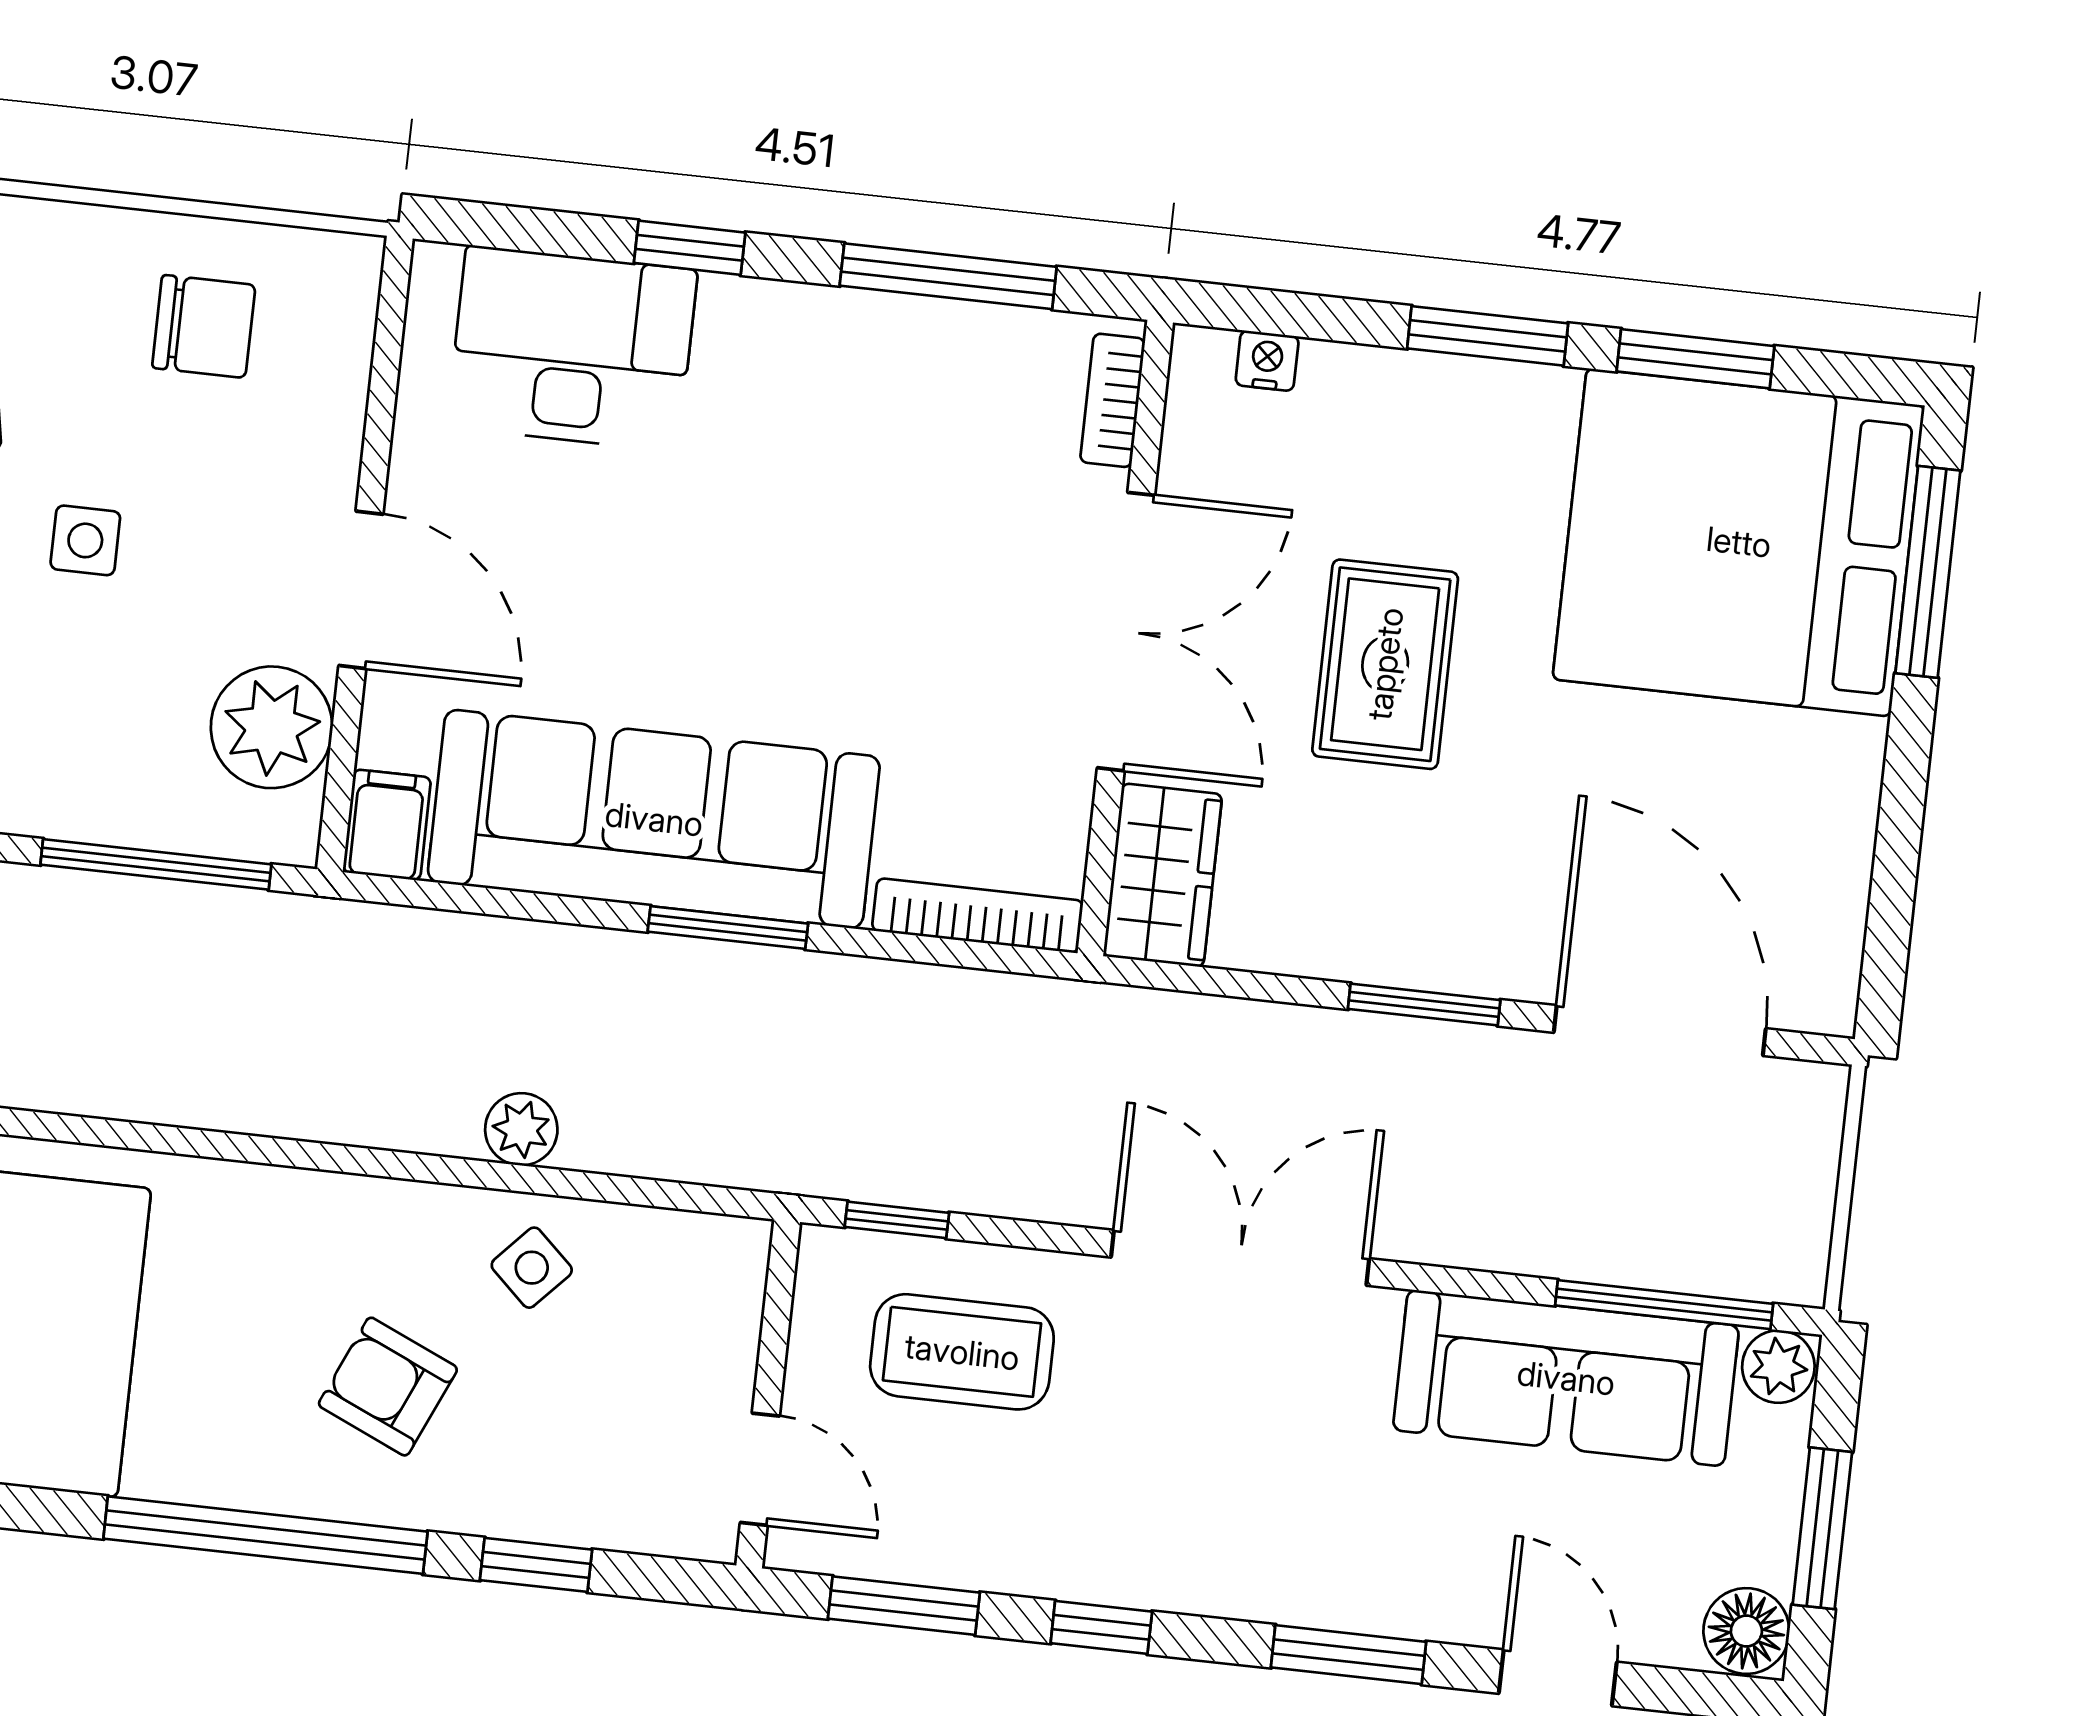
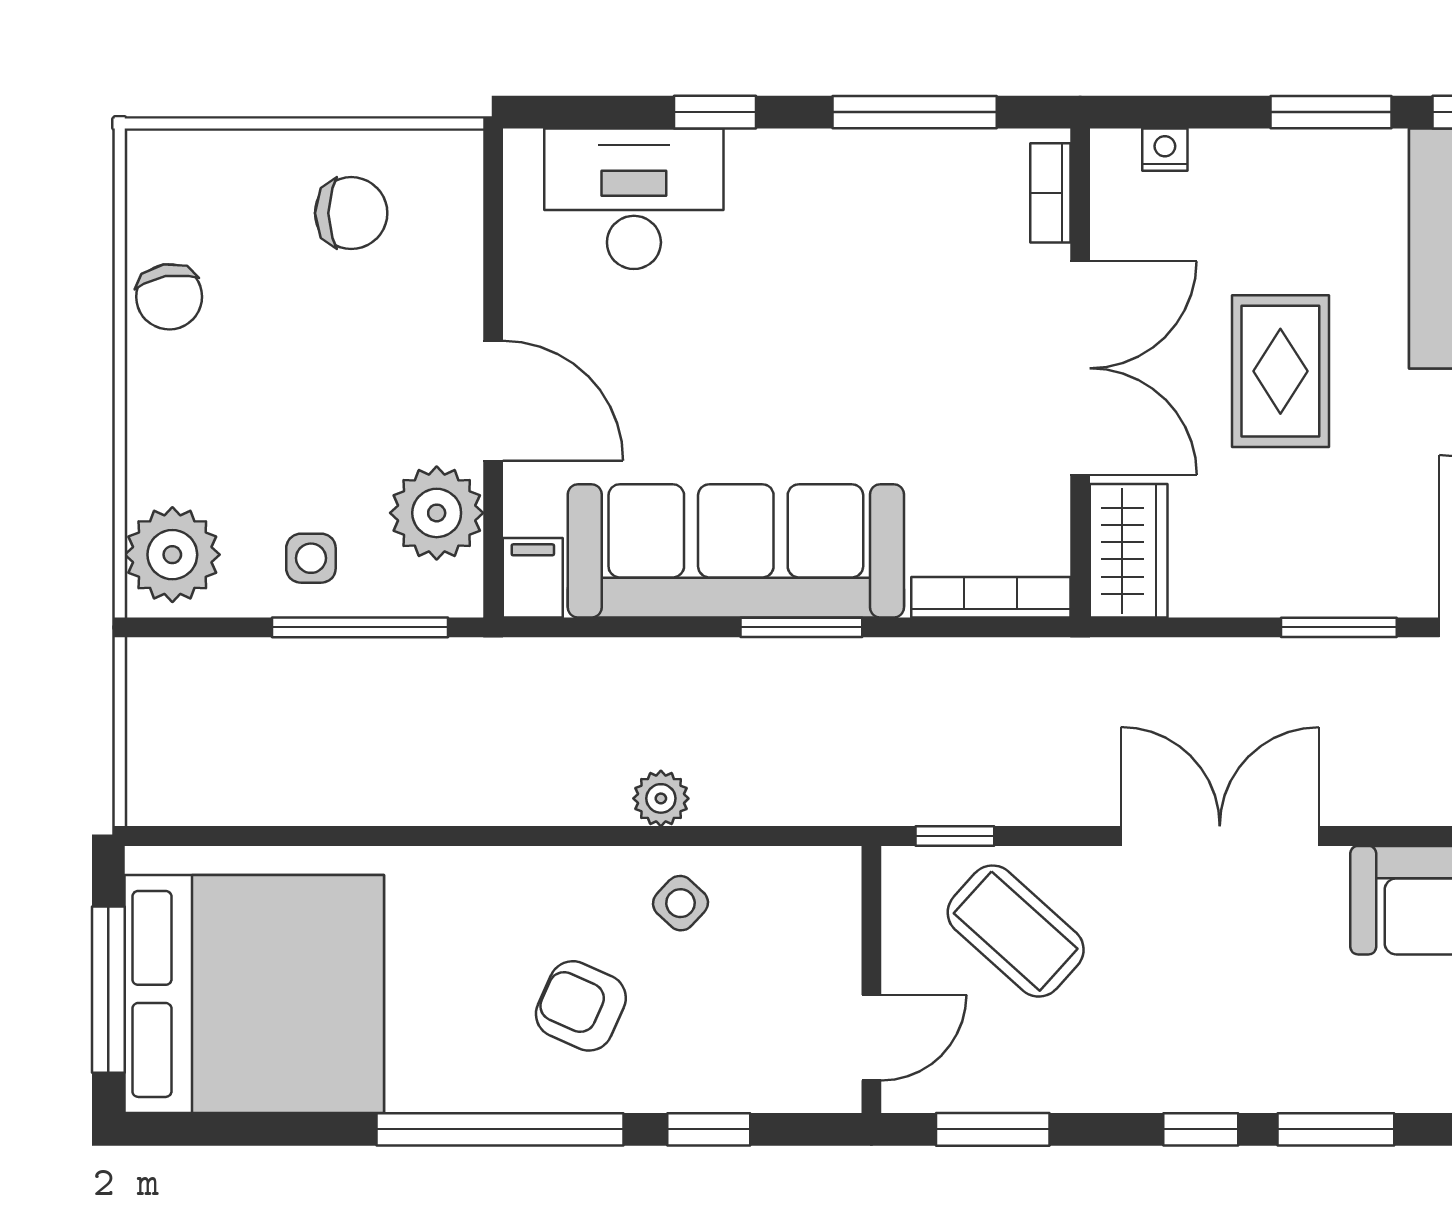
side table: (85, 540) -> (311, 558), moved
coffee table: (962, 1352) -> (1016, 931), turned 42
door: (760, 1469) -> (871, 1038), hinge flipped
window: (1101, 1627) -> (1201, 1129), moved

